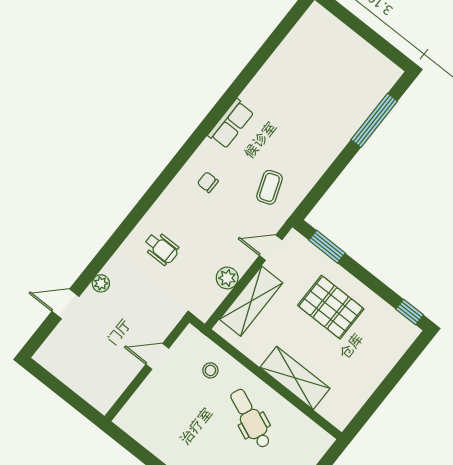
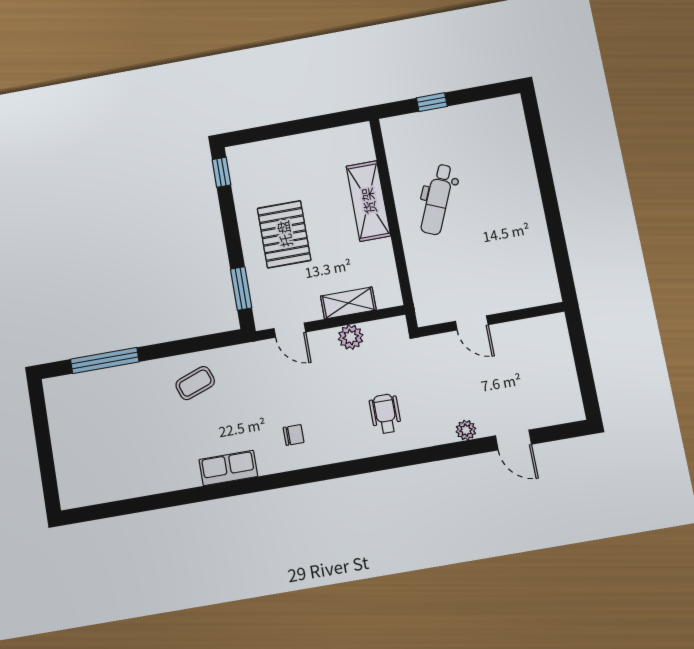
chair: (208, 182) -> (294, 435), turned -90
coffee table: (269, 187) -> (195, 383), moved
shelving: (251, 301) -> (348, 303), width x0.67, depth x0.75
stool: (210, 370) -> (436, 270), removed

